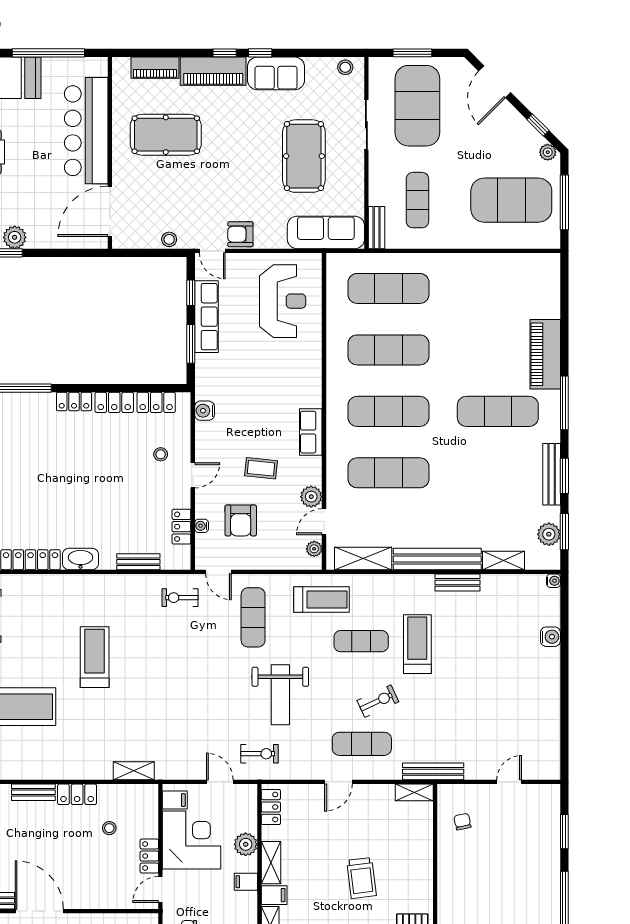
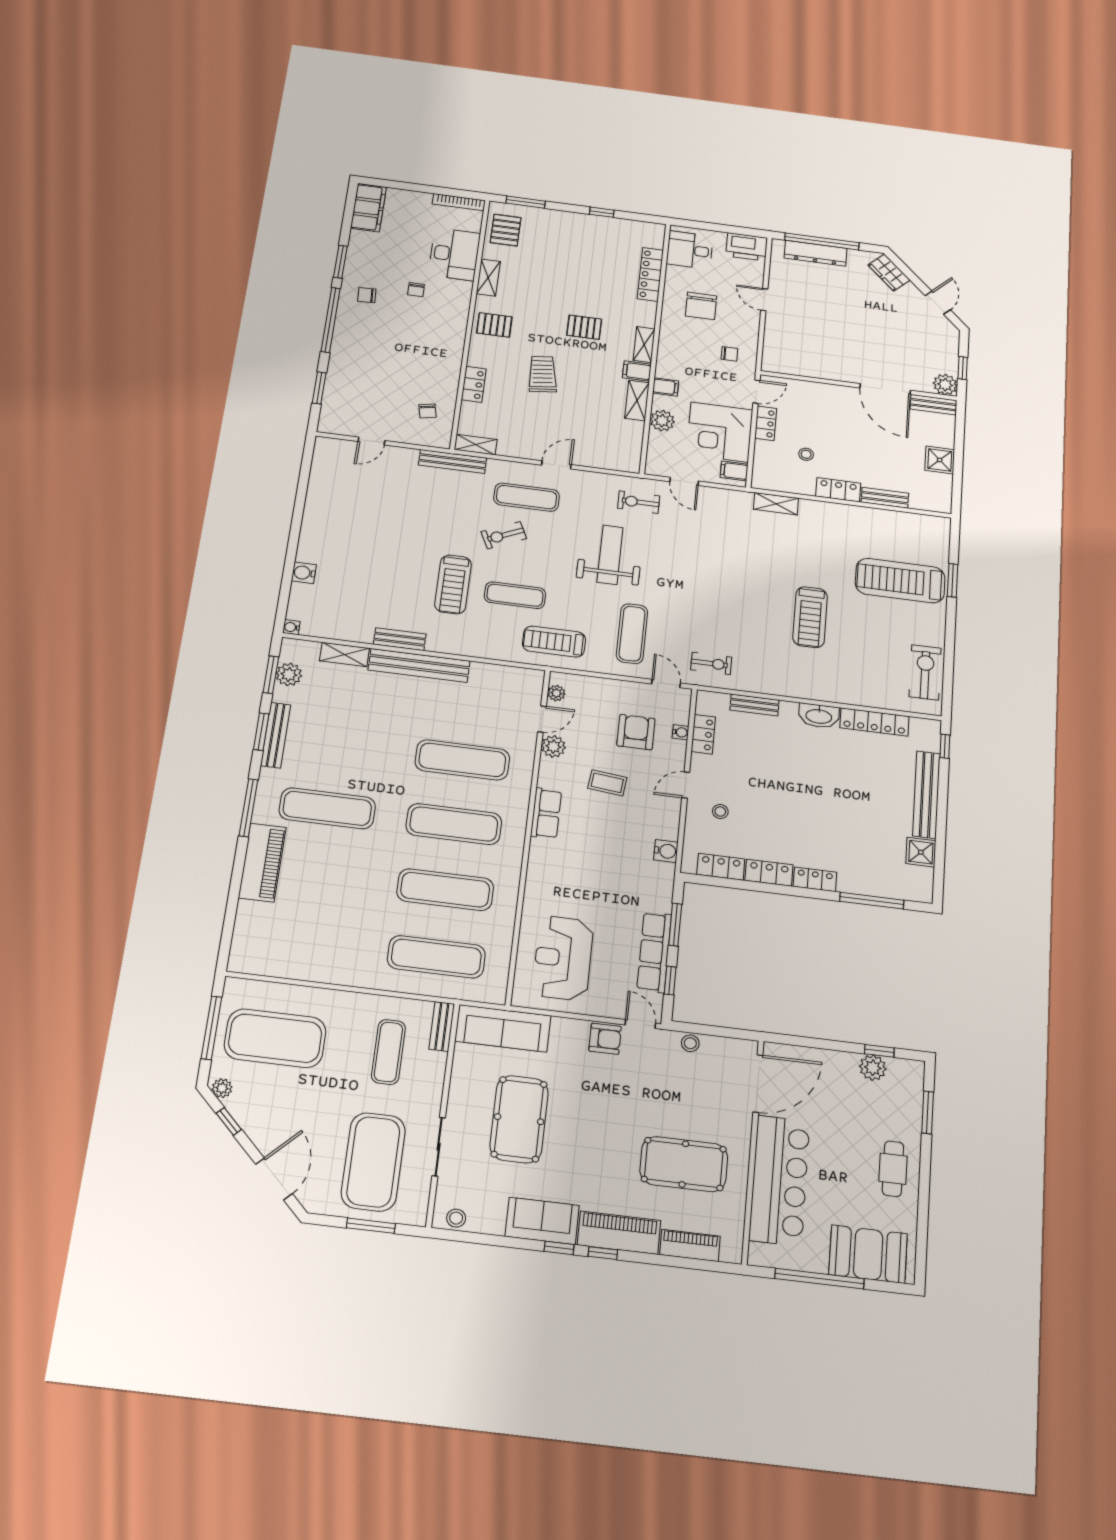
shelving: (363, 558) -> (502, 676), removed
locker: (271, 807) -> (474, 384), moved, turned 180

